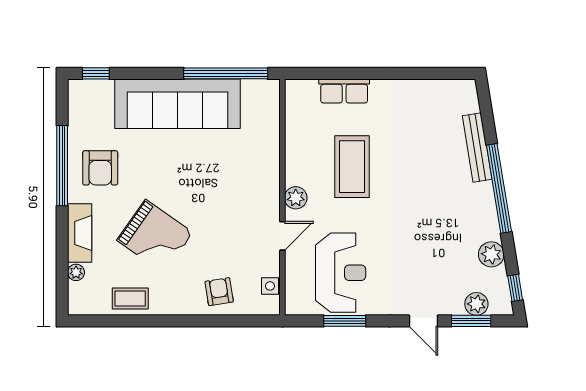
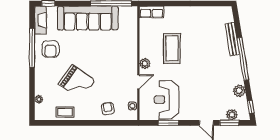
row of seats: (344, 91) -> (152, 12), moved
fireplace: (80, 233) -> (41, 20), moved
reception desk: (341, 273) -> (166, 100), turned 180

